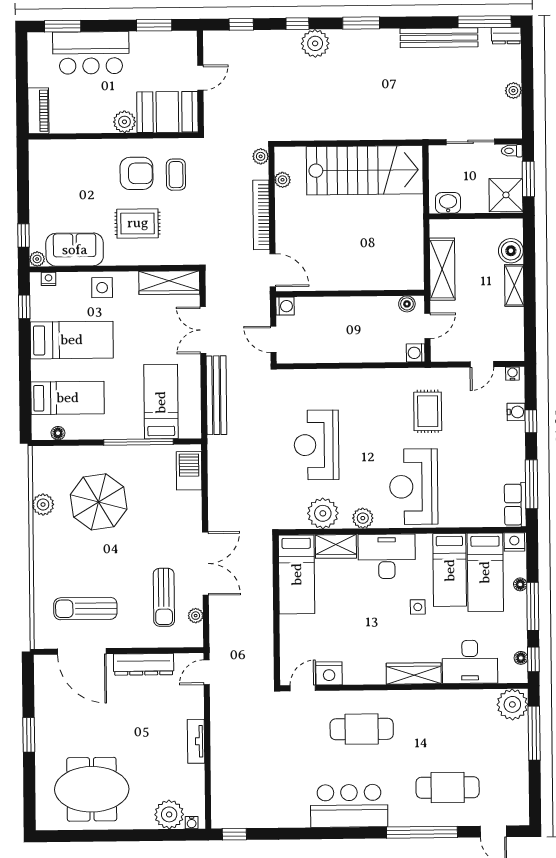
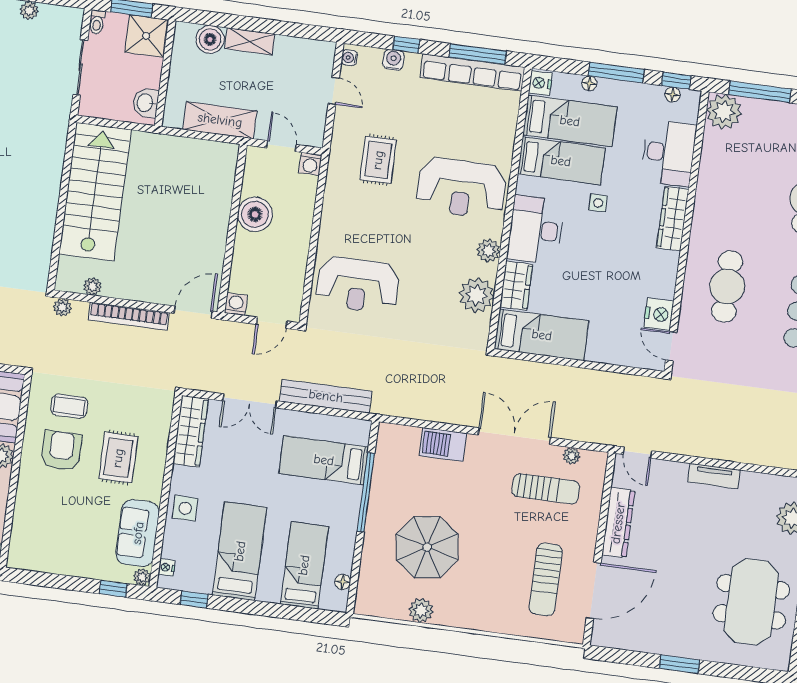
boiler: (407, 304) -> (255, 214), moved, width x1.86, depth x1.86
rug: (428, 411) -> (378, 160), turned 90
reception desk: (316, 445) -> (358, 285), moved
barbecue: (189, 471) -> (443, 445), moved
row of seats: (515, 505) -> (472, 72), width x2.02

